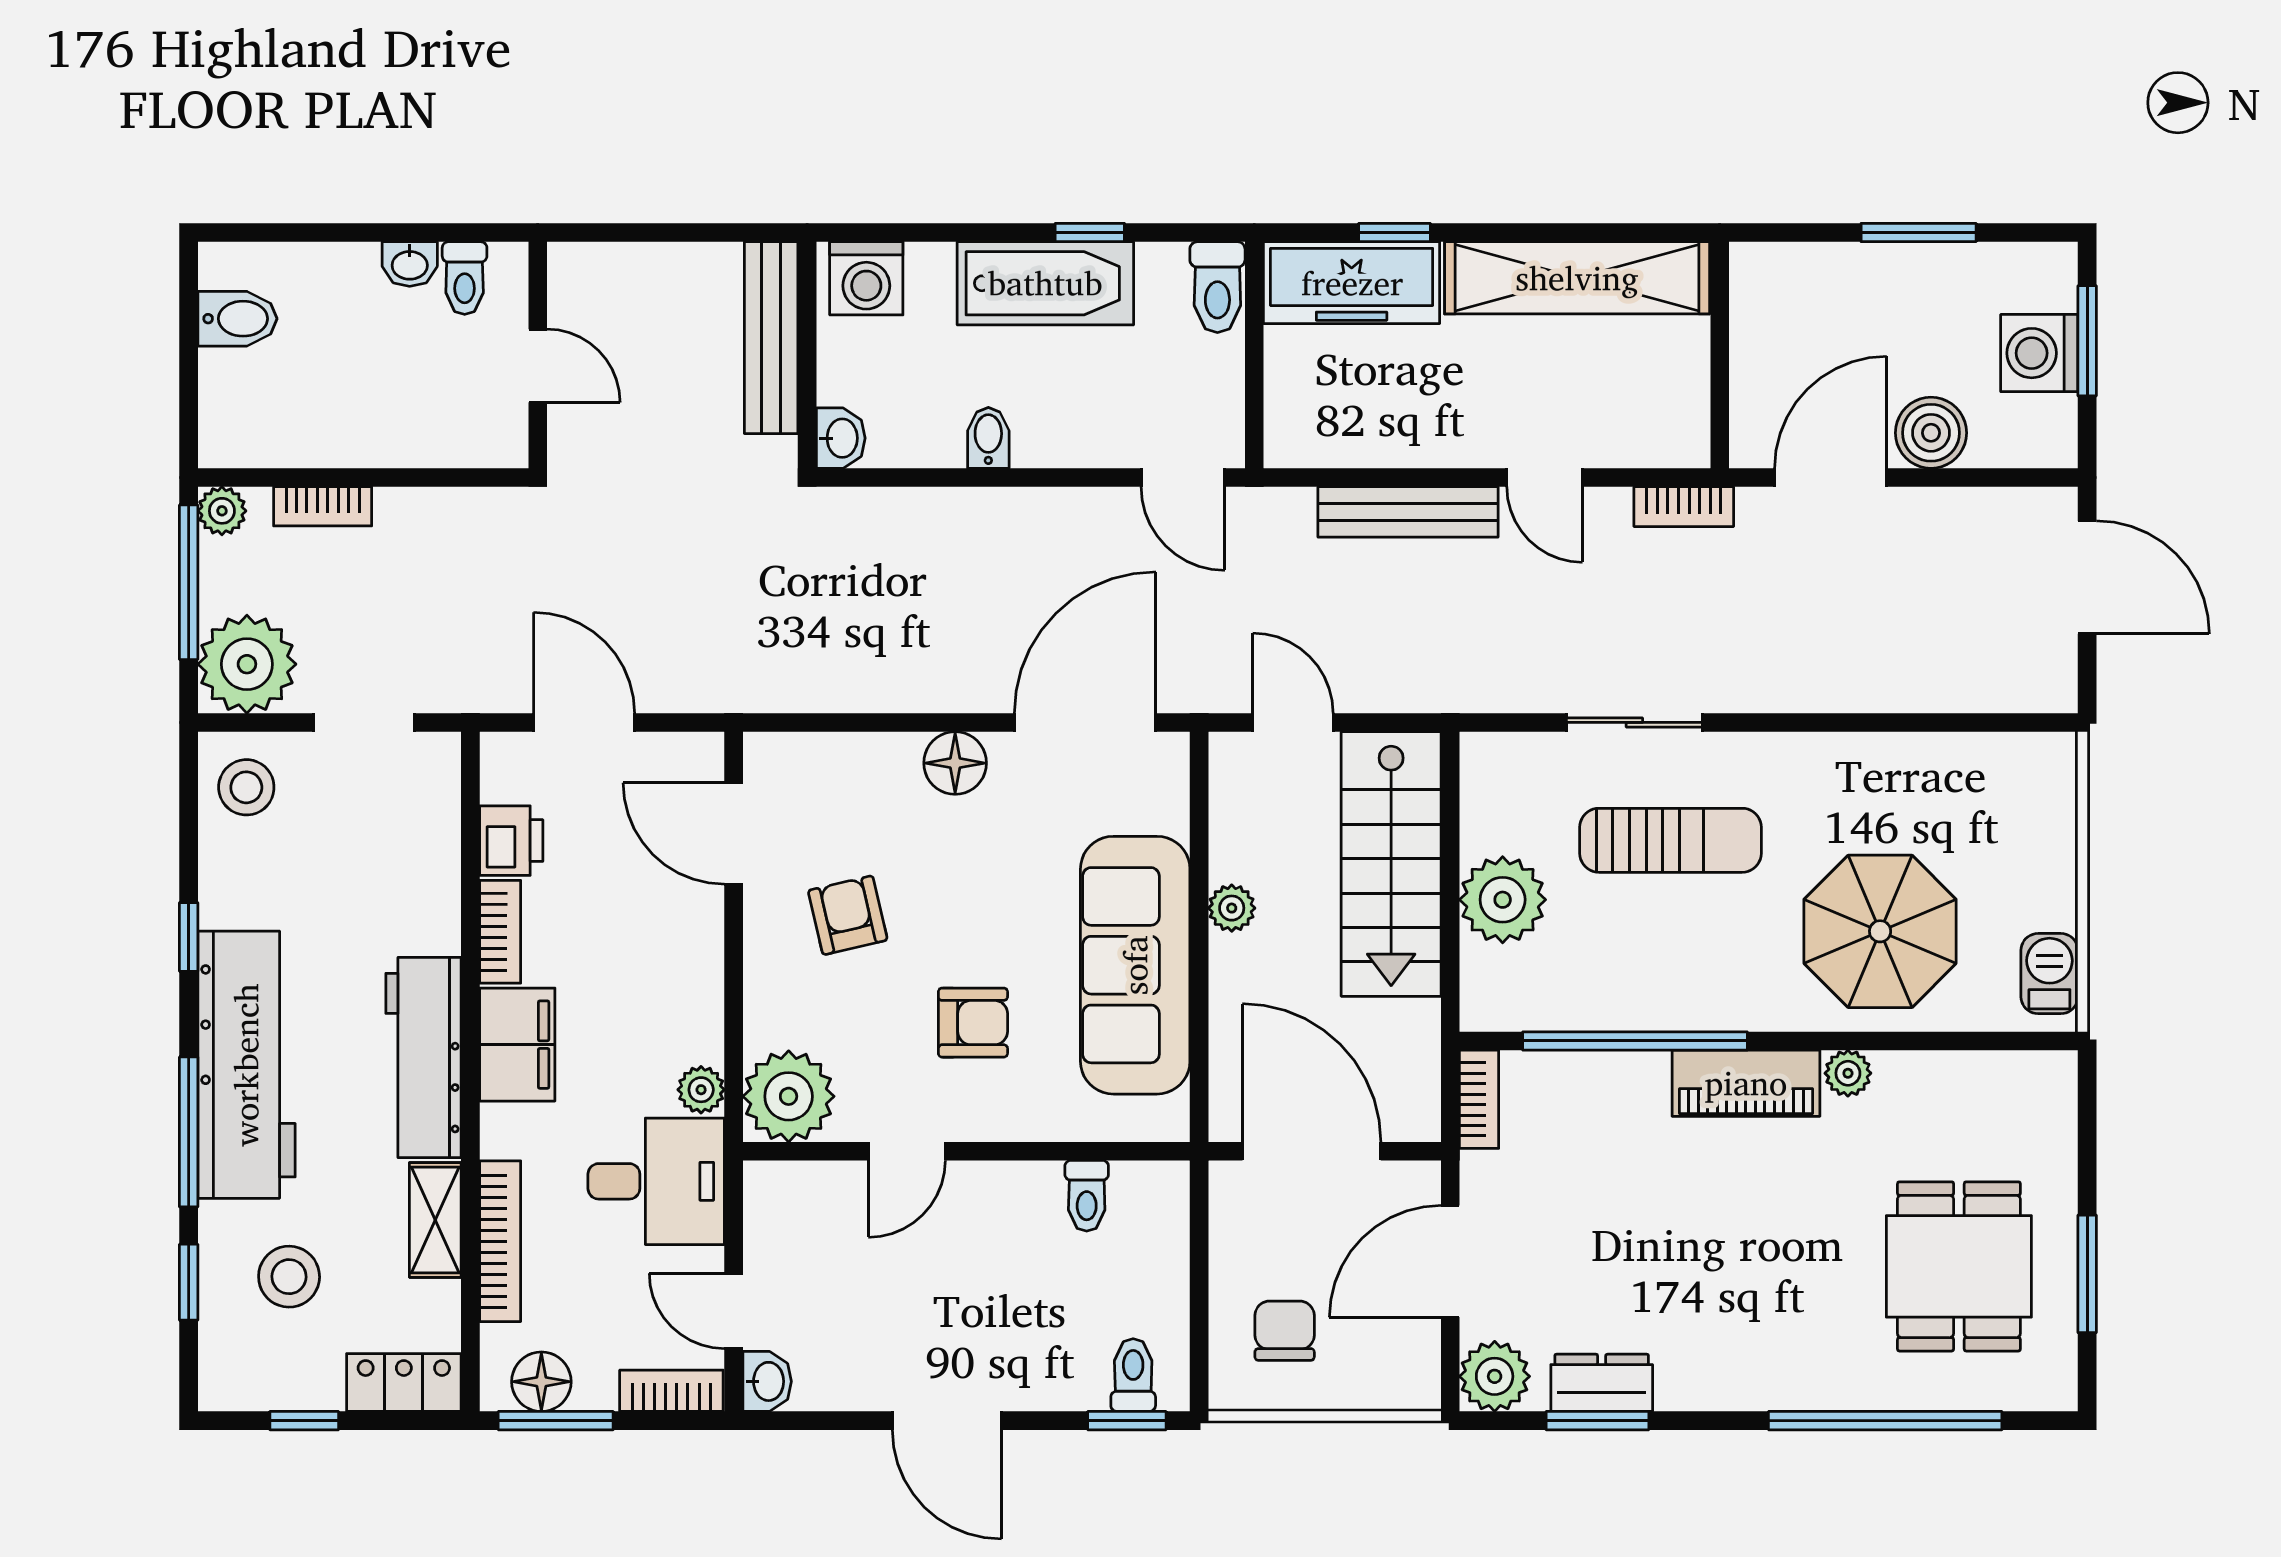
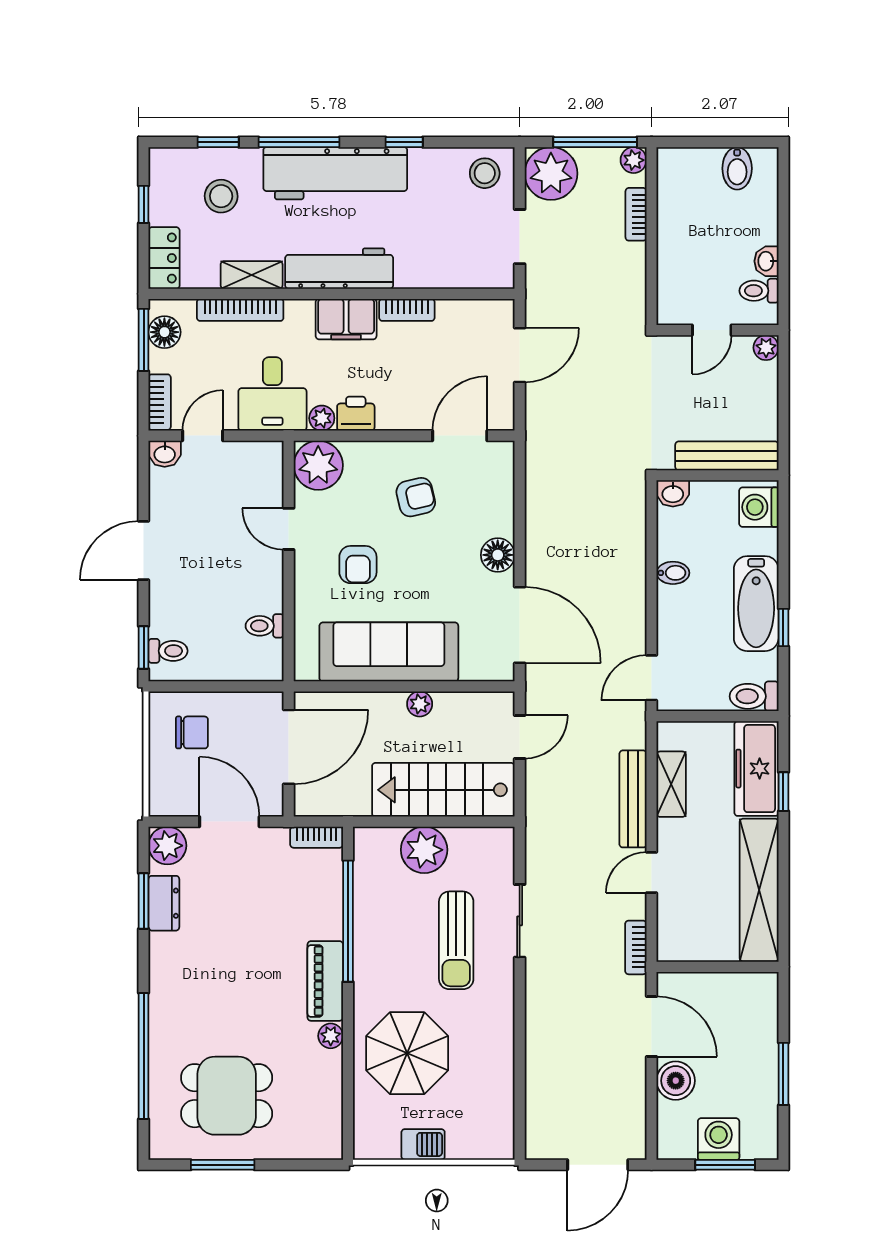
plant: (570, 265) -> (766, 348), added
shelving: (1381, 441) -> (671, 784), added
printer: (511, 841) -> (356, 414), moved, turned 180
barbecue: (2049, 974) -> (423, 1144), moved

